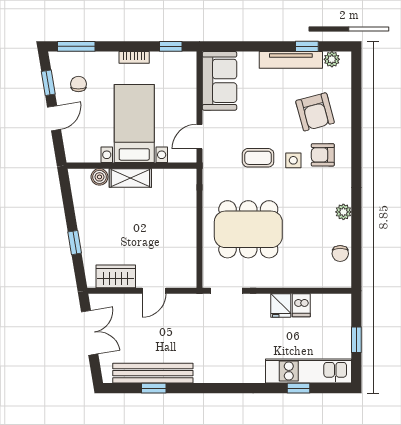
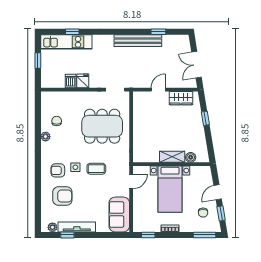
armchair: (315, 112) -> (62, 196), turned 105
armchair: (323, 155) -> (58, 170), turned 180
chair: (340, 254) -> (57, 121), moved
bench: (153, 373) -> (138, 41), moved

